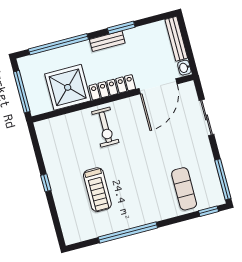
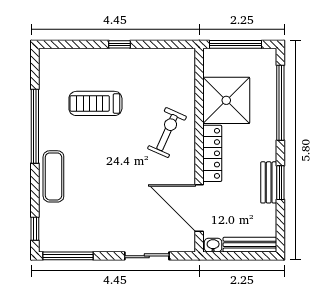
bench: (107, 41) -> (269, 182), moved
exercise bike: (105, 127) -> (167, 133), turned 114
exercise mat: (184, 189) -> (53, 176), moved, turned 90

